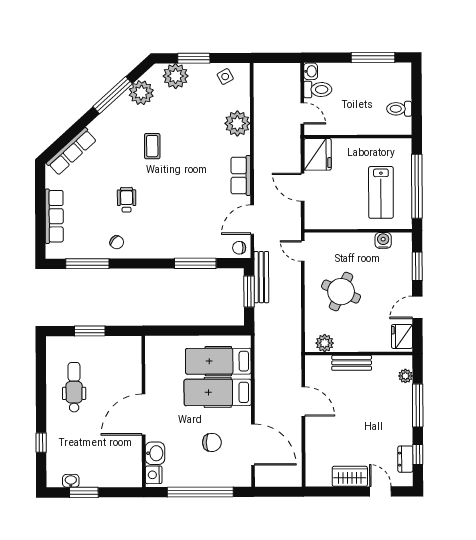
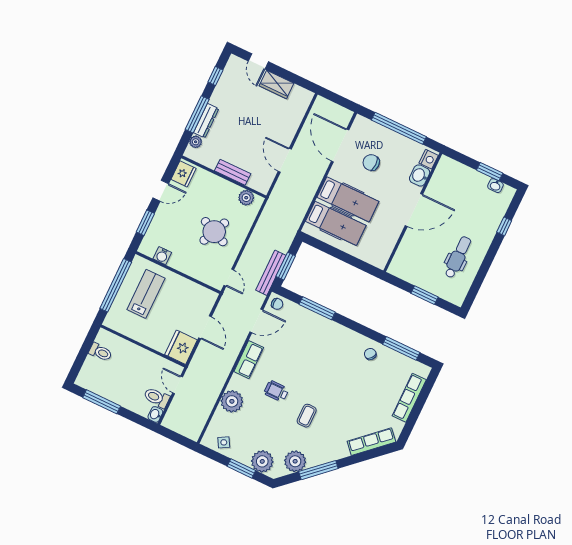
wheelchair: (127, 200) -> (276, 391), moved, turned 90
dental chair: (74, 387) -> (458, 257), turned 180
dresser: (405, 459) -> (206, 121), moved, width x1.44

